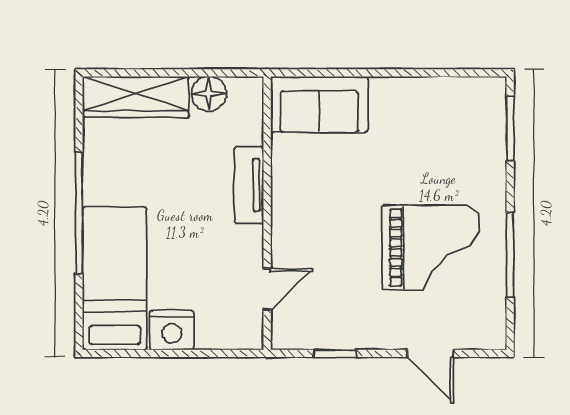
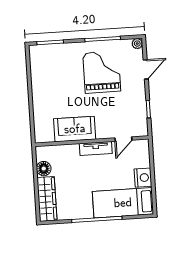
sofa: (319, 104) -> (75, 129), moved, turned -90
tv unit: (249, 185) -> (96, 148), moved
door: (267, 289) -> (123, 139), swing flipped
plant: (494, 337) -> (137, 44), added

